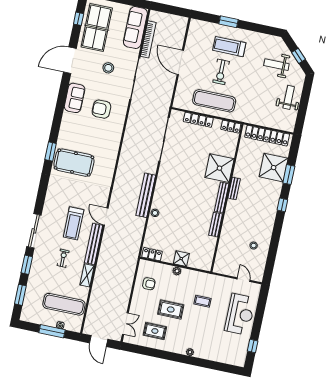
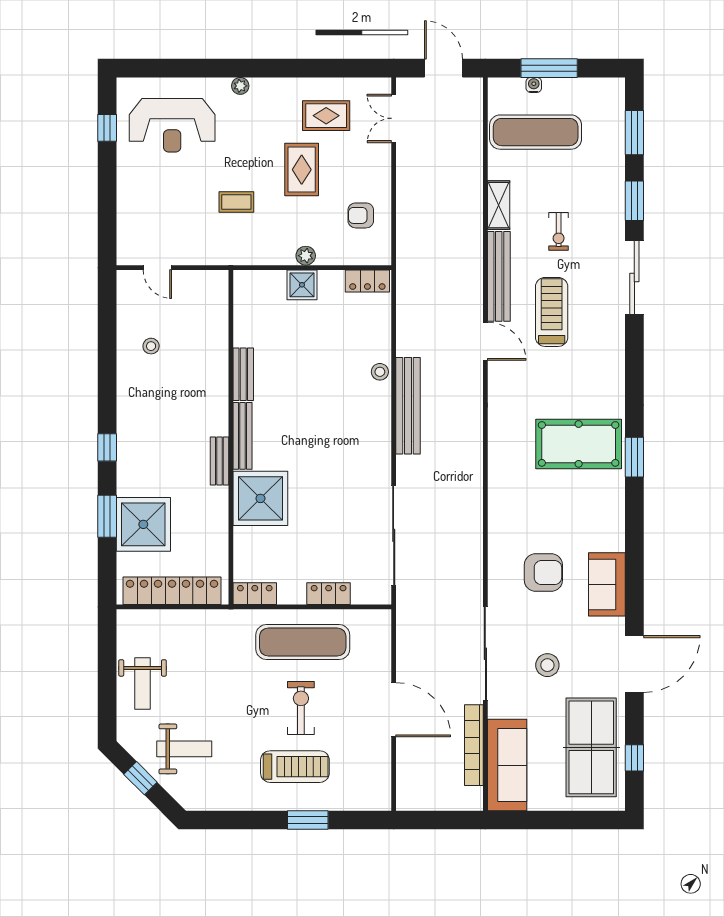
locker: (198, 120) -> (329, 594), width x0.66
rug: (171, 309) -> (302, 170), turned 90
reception desk: (240, 314) -> (172, 125), moved, turned -90

